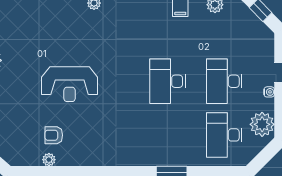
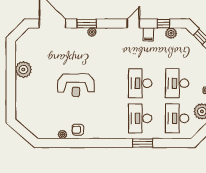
armchair: (54, 135) -> (78, 130), moved
desk: (168, 135) -> (140, 118), added

